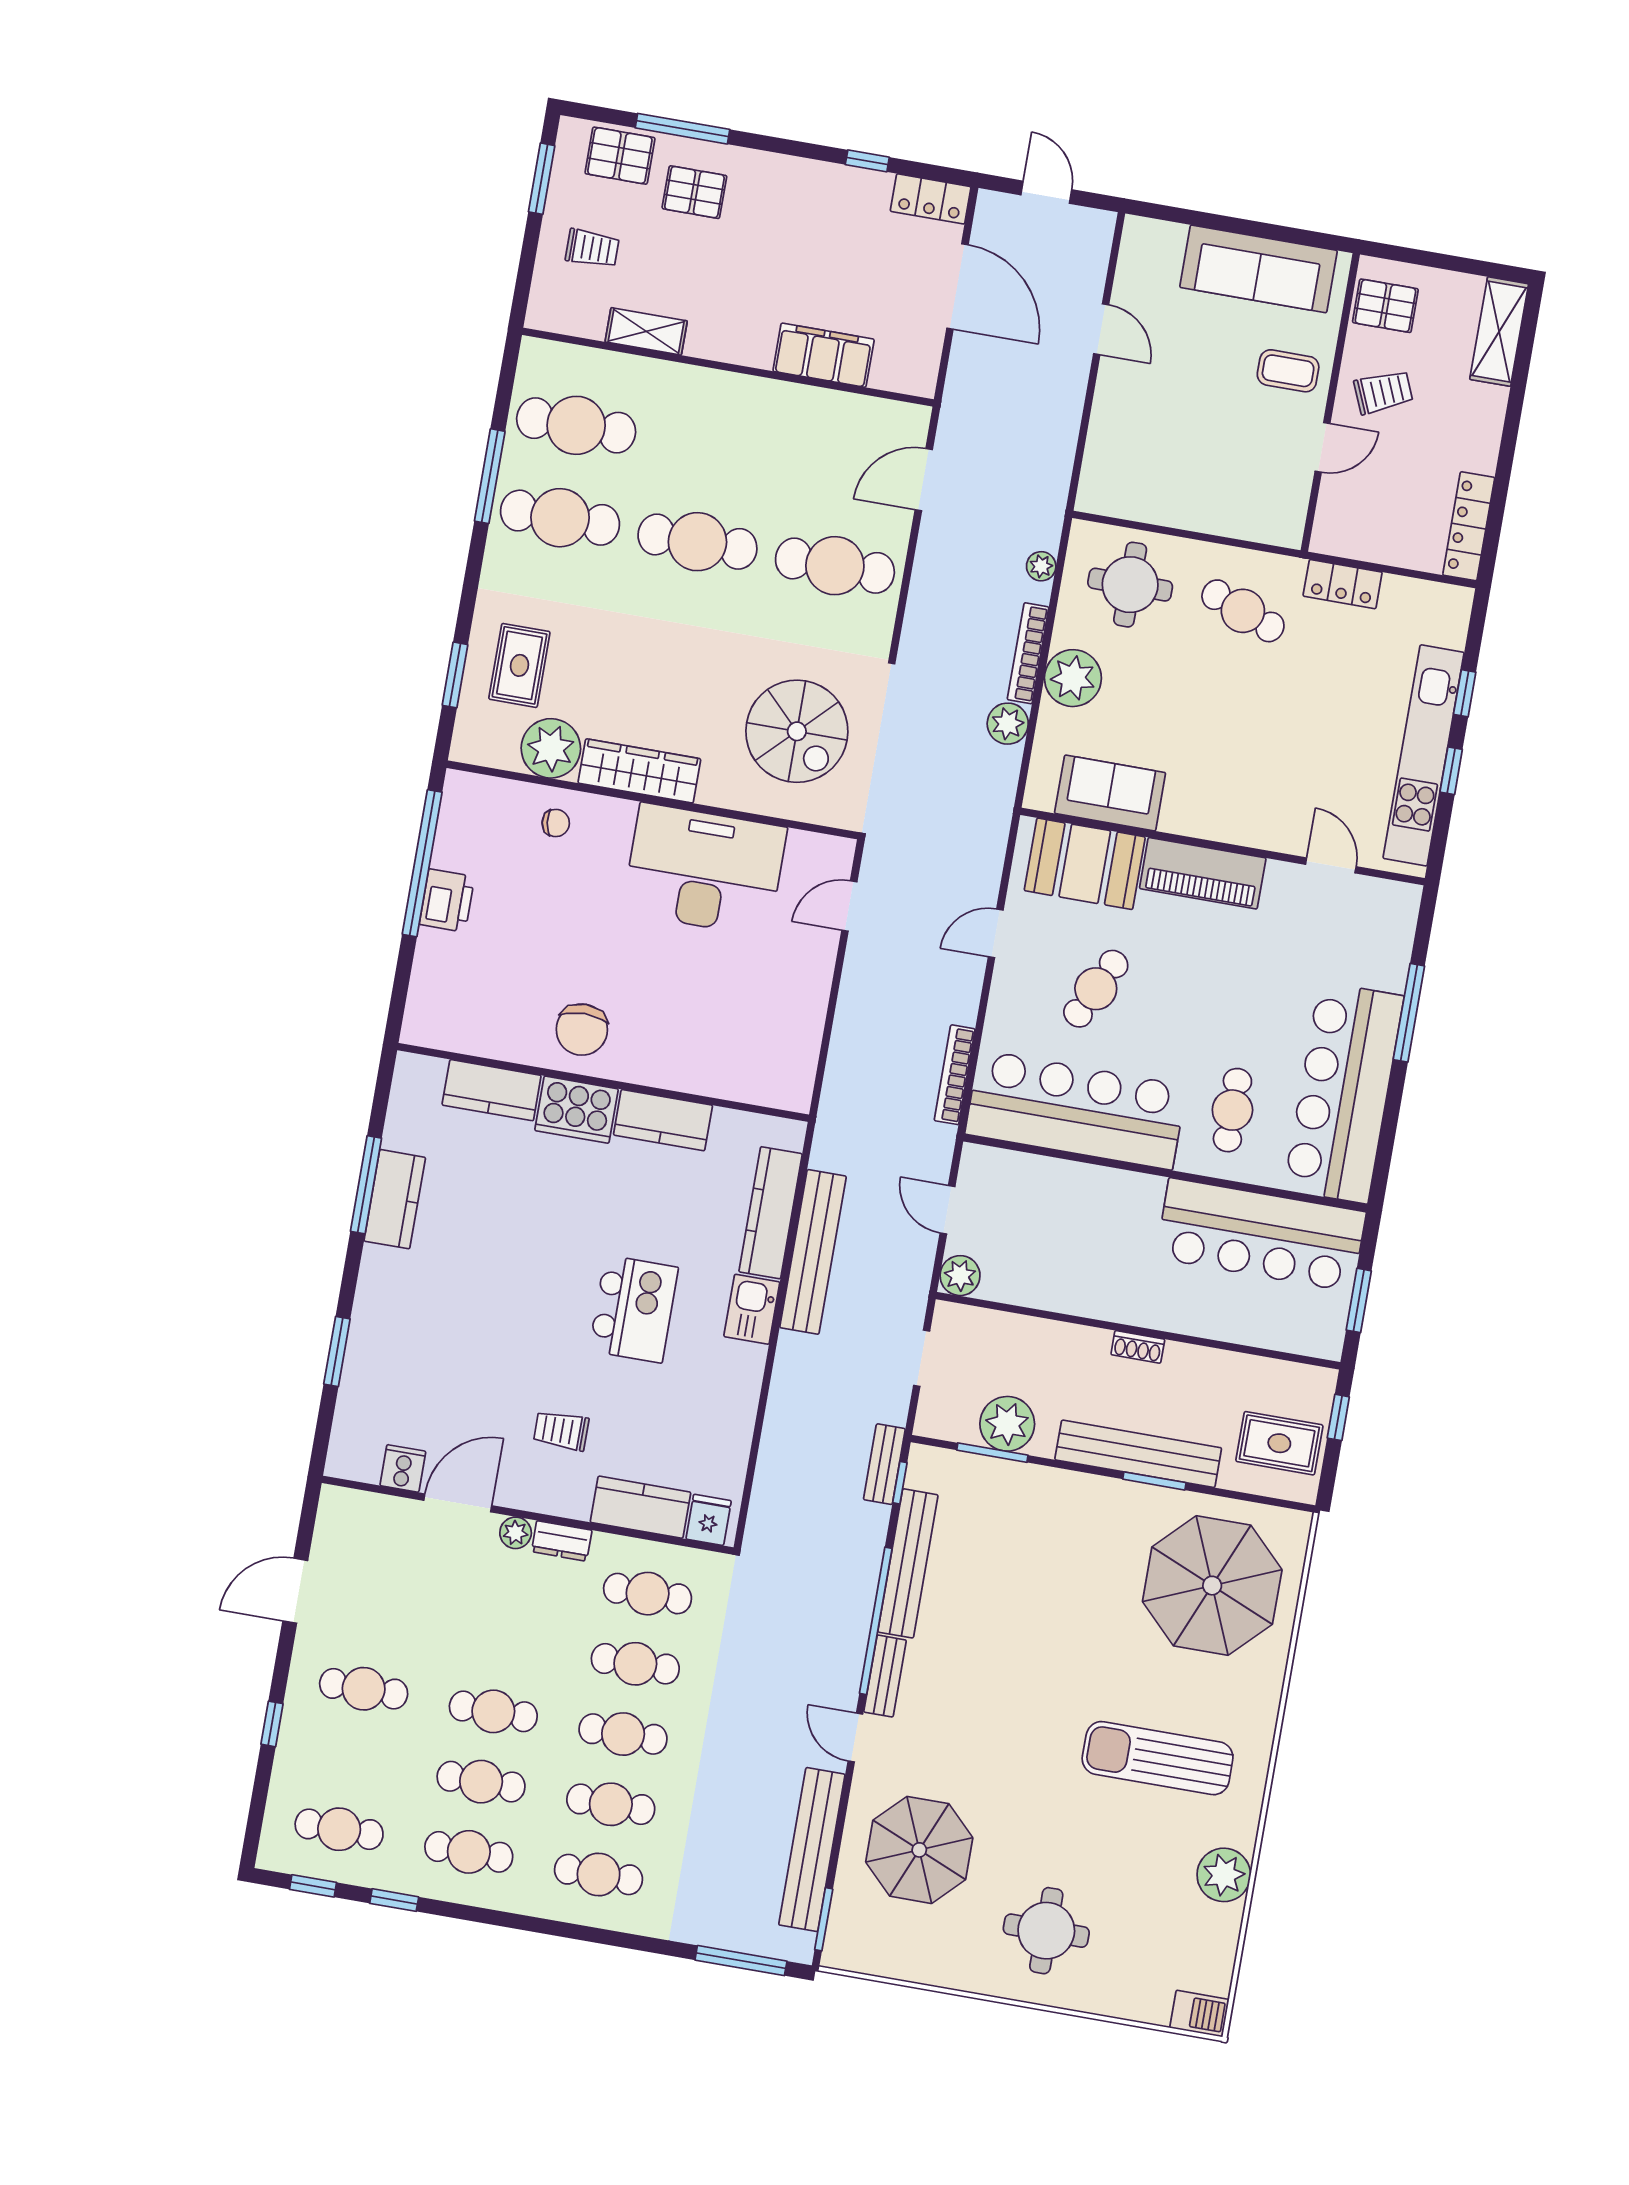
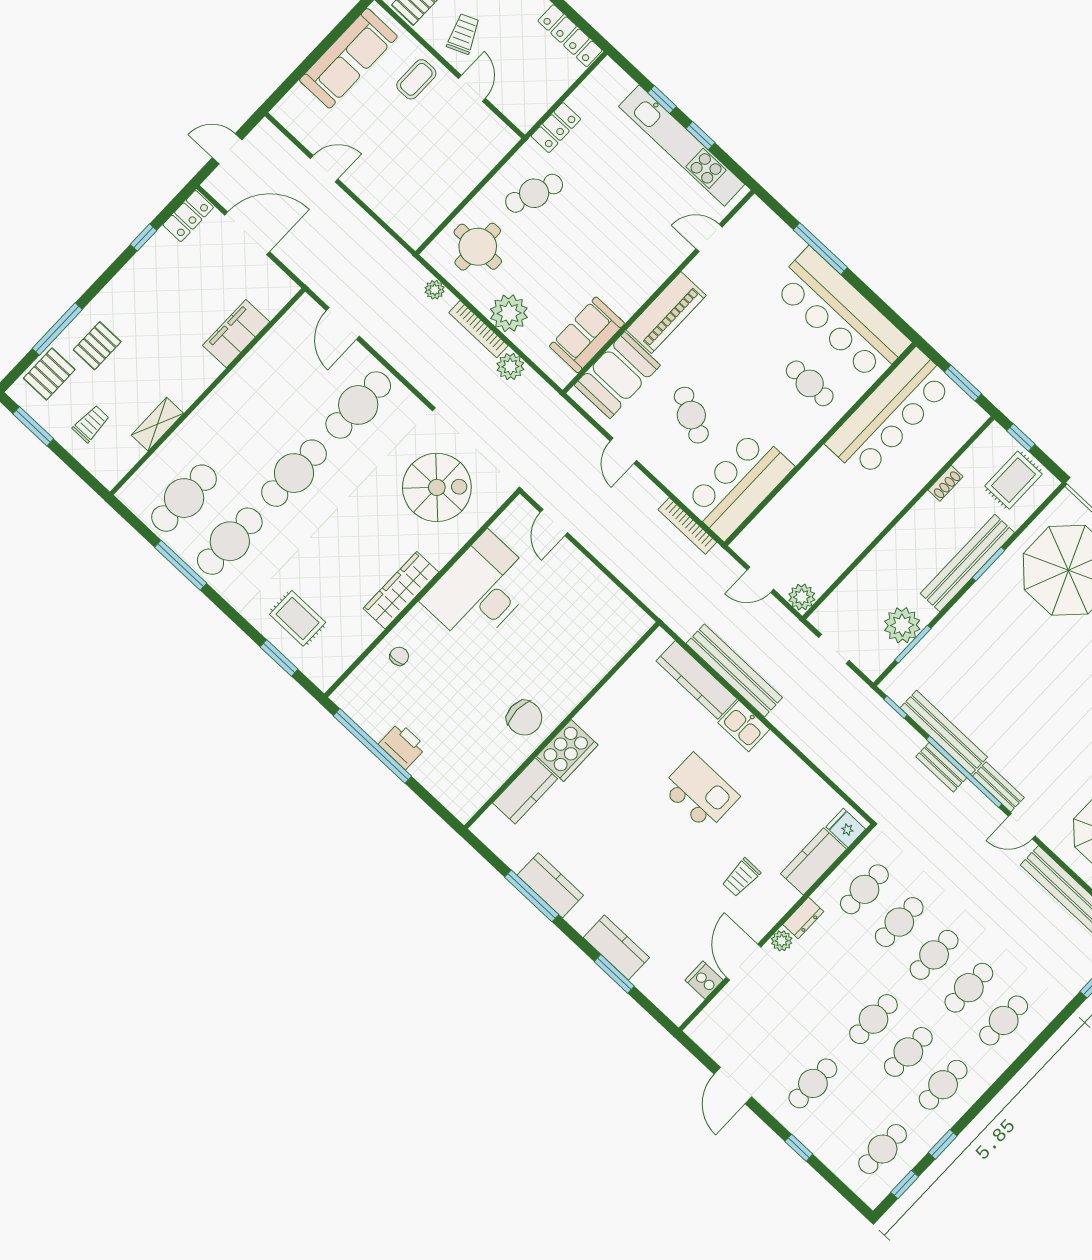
plant: (551, 748) -> (356, 631), removed
bar counter: (1076, 1110) -> (739, 485), width x0.73
kitchen counter: (663, 1120) -> (616, 948), moved, turned -90
shoe rack: (1138, 1347) -> (946, 483), moved
bench: (884, 1464) -> (941, 767), moved

